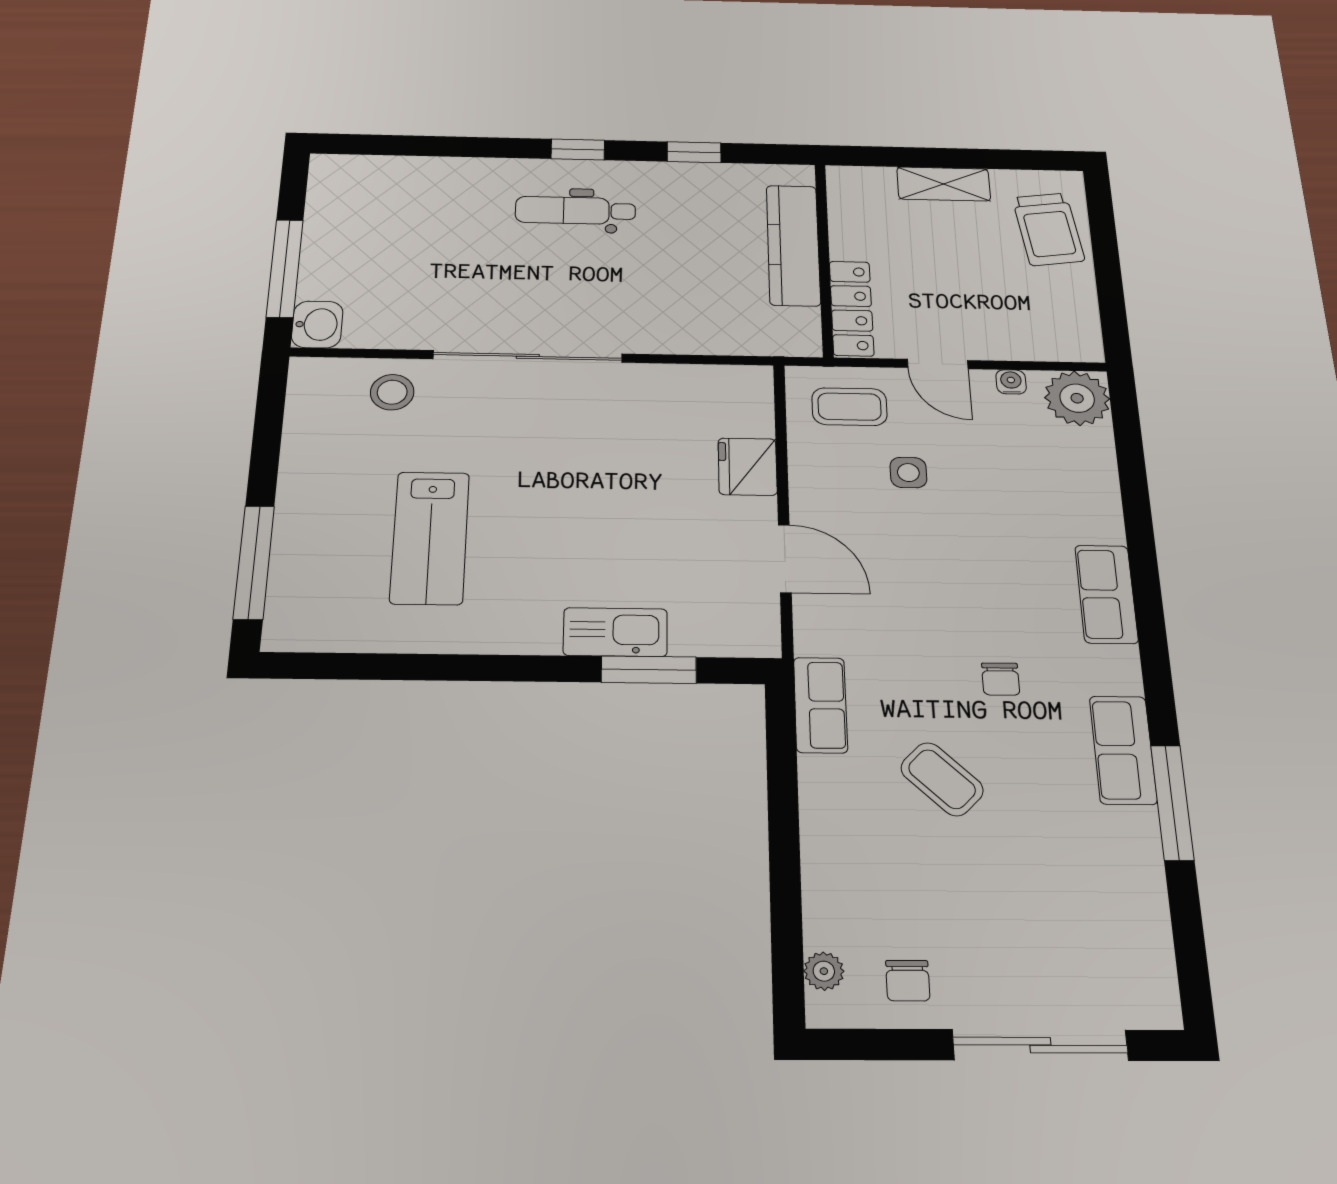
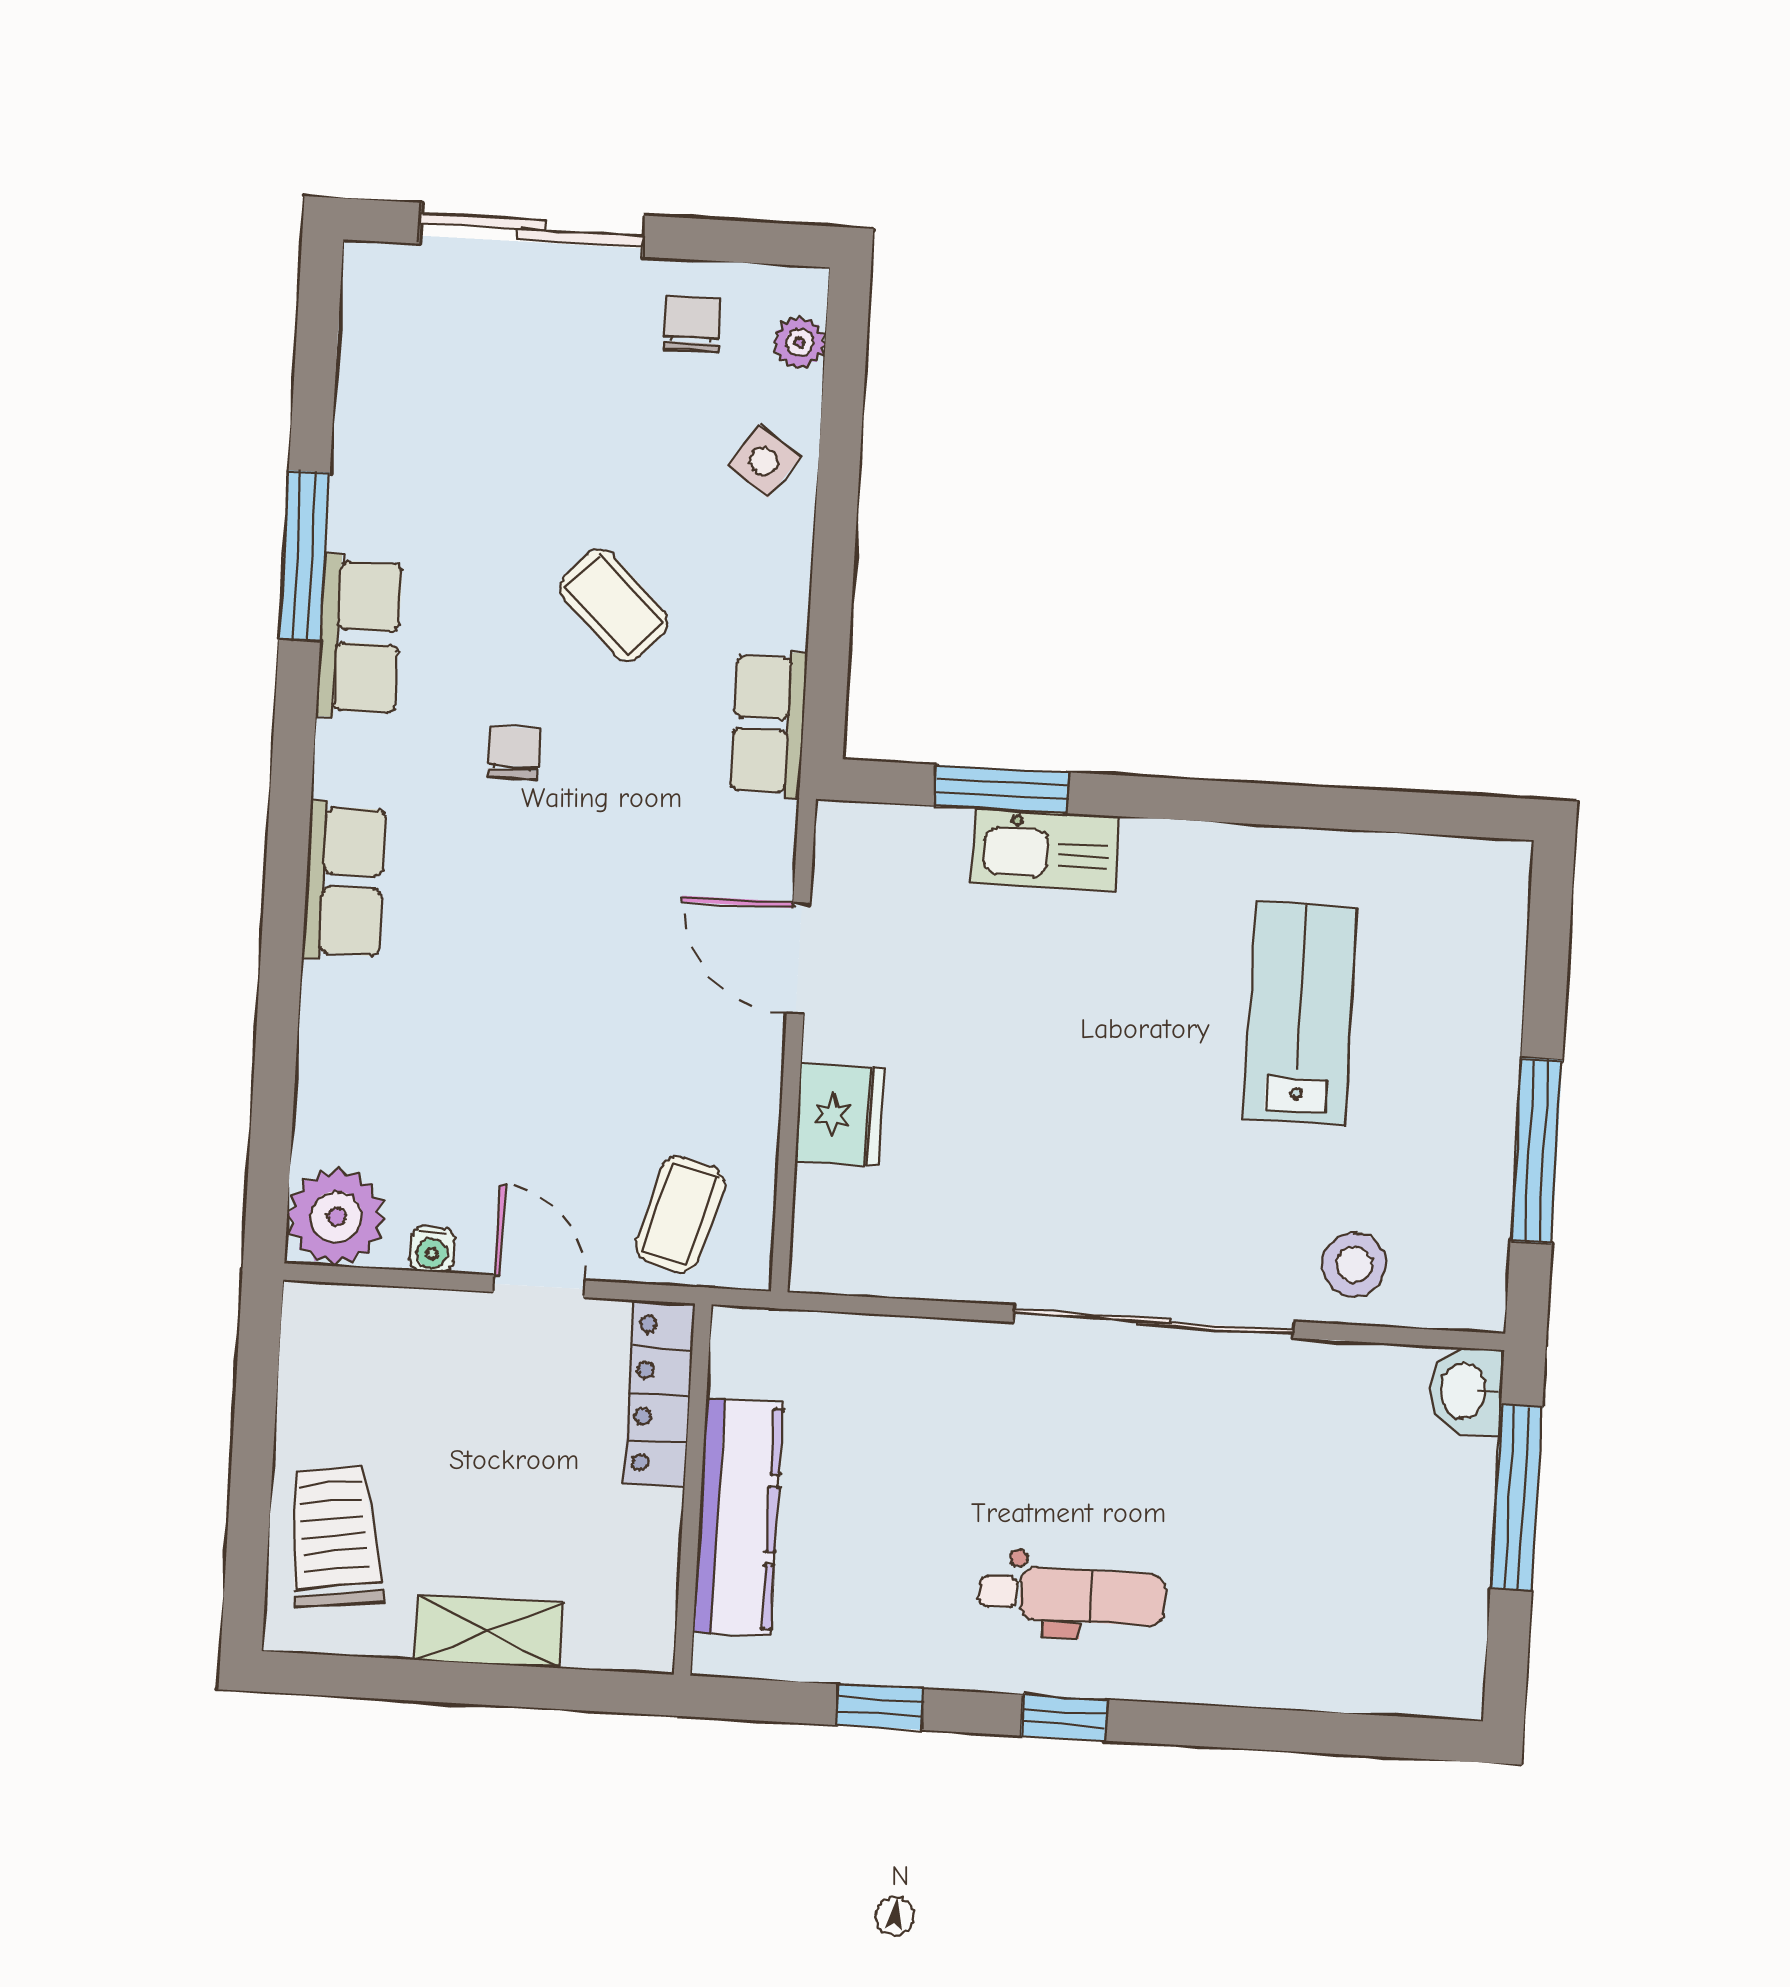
coffee table: (849, 407) -> (680, 1214), turned -74
side table: (908, 473) -> (764, 461), moved, turned 35
window: (254, 562) -> (1536, 1151), moved

